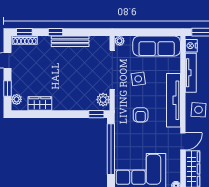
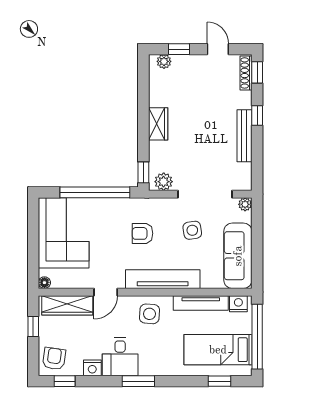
wardrobe: (40, 104) -> (158, 124), moved
door: (183, 141) -> (106, 292), hinge flipped

